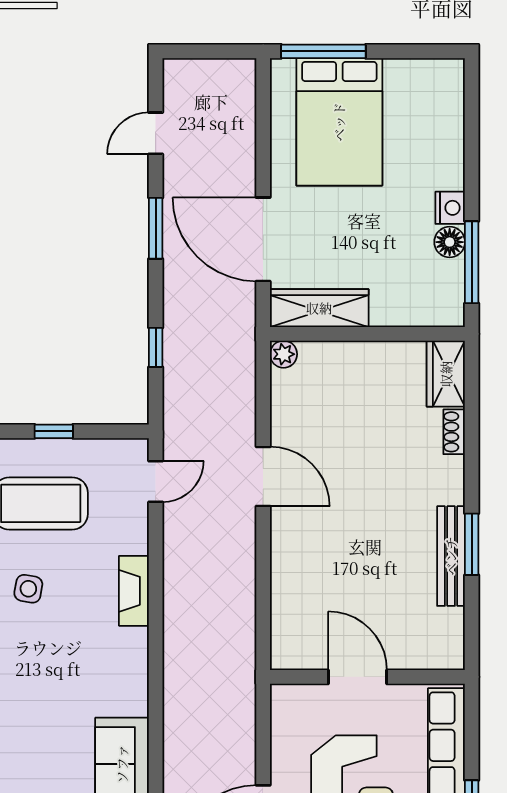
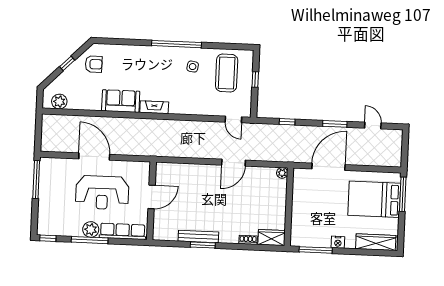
floor lamp: (450, 242) -> (324, 241), removed
wardrobe: (319, 308) -> (376, 242), moved, turned -90
fireplace: (134, 591) -> (154, 107), moved

